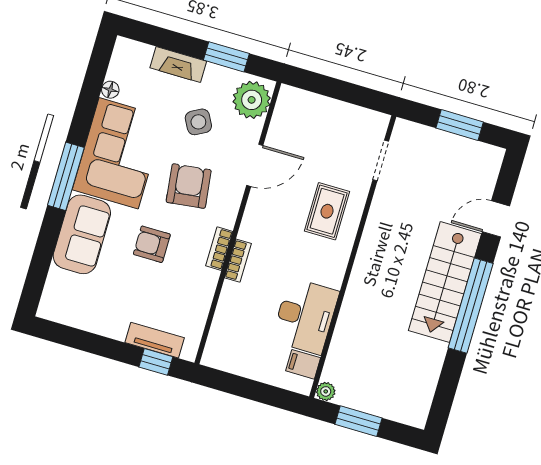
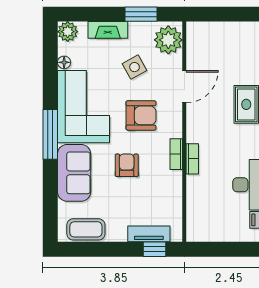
plant: (126, 52) -> (68, 32), added
armchair: (189, 186) -> (141, 115), turned 97
armchair: (152, 244) -> (127, 165), turned 90
coffee table: (76, 311) -> (86, 229), added

